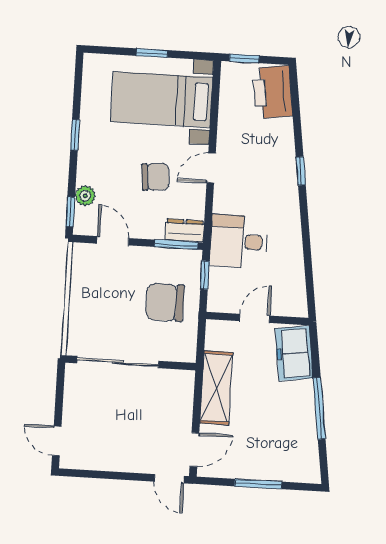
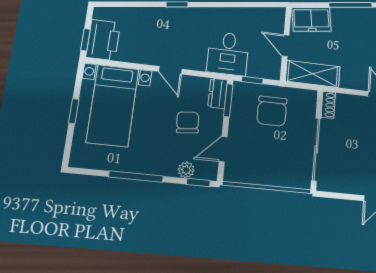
printer: (273, 92) -> (103, 40), moved, turned -82
window: (75, 135) -> (136, 176), width x2.17
chair: (155, 177) -> (188, 122), moved
shoe rack: (177, 378) -> (328, 105), added
shelving: (216, 388) -> (313, 74), moved

